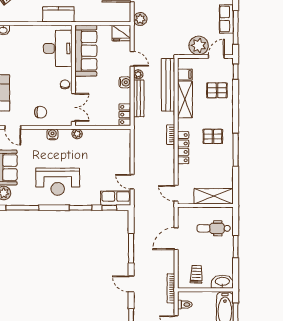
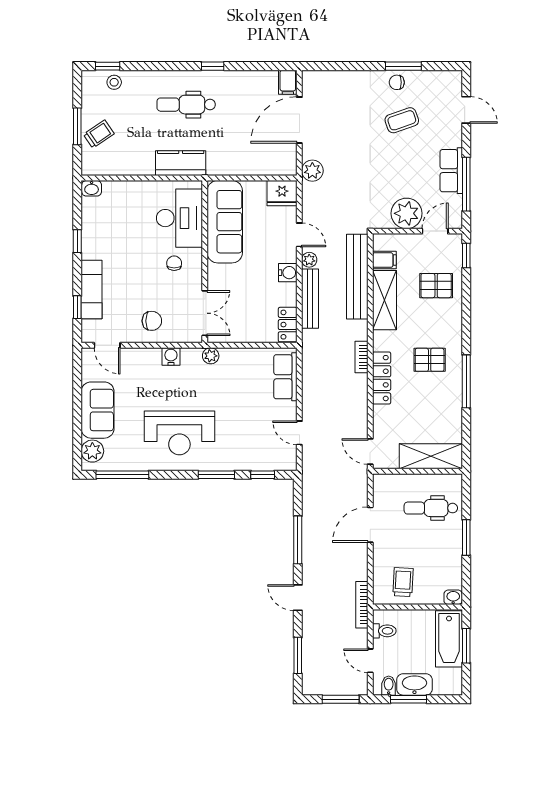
chair: (65, 84) -> (174, 263), moved
row of seats: (116, 198) -> (285, 377), moved, turned -90
washbasin: (222, 282) -> (453, 597), width x0.52, depth x0.69

